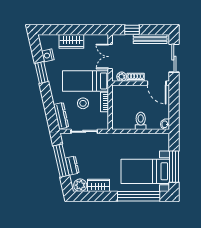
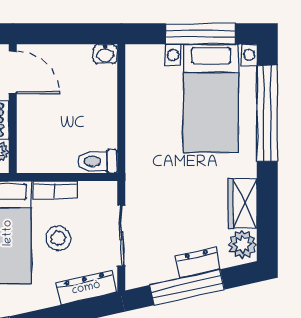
door: (157, 83) -> (13, 72), hinge flipped
toilet: (141, 121) -> (98, 161), moved

